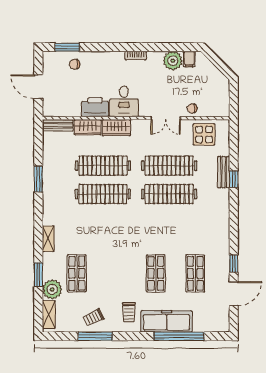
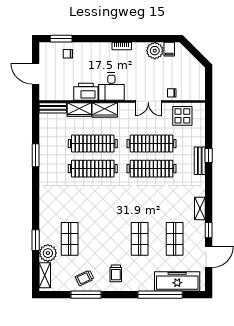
bench: (224, 172) -> (200, 161), moved
shelving: (48, 239) -> (200, 209), moved
freezer: (167, 321) -> (177, 281), moved

